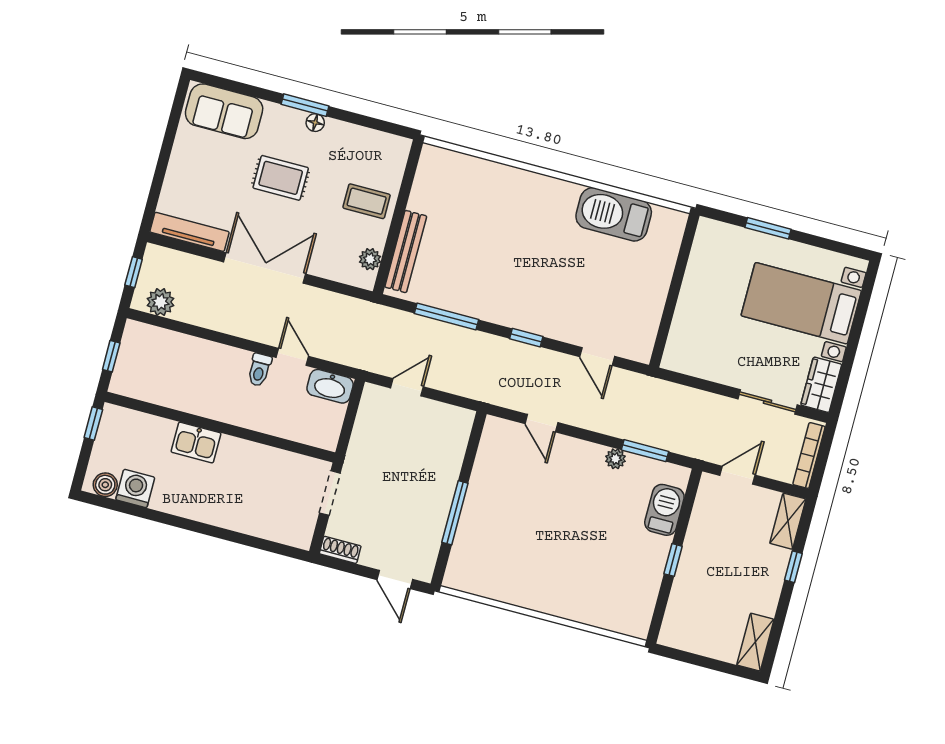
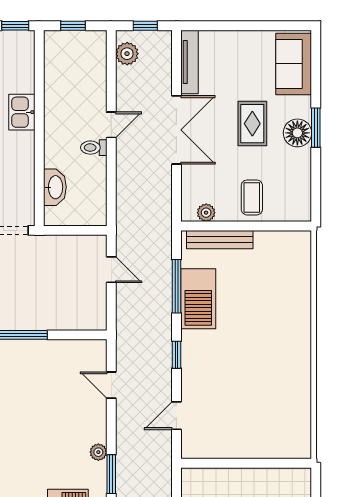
floor lamp: (315, 123) -> (297, 133), width x1.89, depth x1.89
barbecue: (614, 214) -> (198, 299), moved, turned 180
door: (292, 357) -> (111, 125), moved
washbasin: (330, 386) -> (55, 187), moved, turned 180
door: (541, 423) -> (111, 385), hinge flipped

